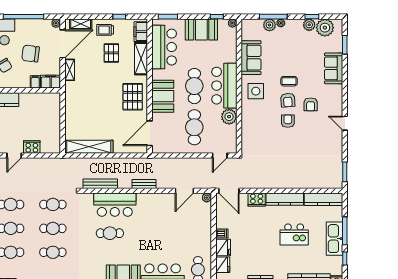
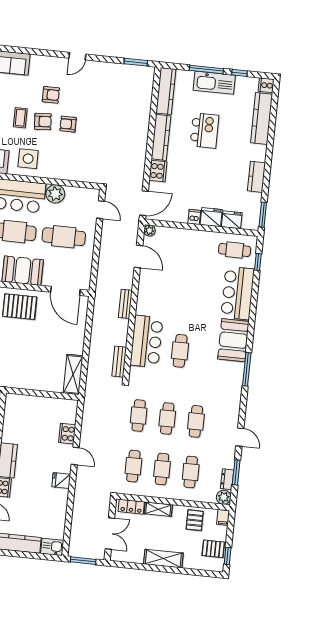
shelving: (89, 147) -> (73, 374), width x0.68
bench: (100, 184) -> (119, 362), width x0.73

